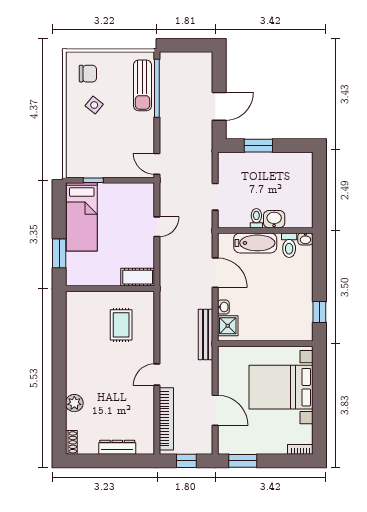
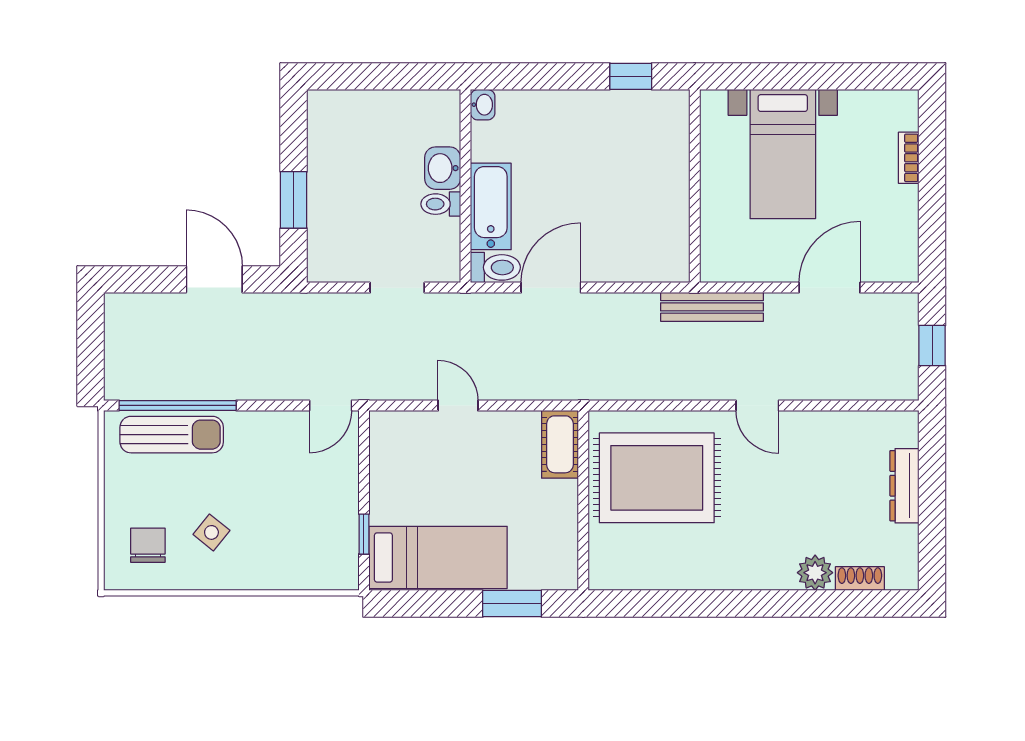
toilet: (289, 245) -> (495, 267), moved
washbasin: (223, 307) -> (621, 271), removed
rug: (121, 325) -> (657, 478), width x1.86, depth x2.06
shower: (228, 326) -> (658, 262), removed
bench: (206, 334) -> (712, 307), moved
bed with nightstands: (281, 387) -> (783, 154), width x0.73
bookcase: (166, 419) -> (847, 386), removed
shoe rack: (71, 442) -> (860, 579), moved
bookcase: (300, 449) -> (909, 158), moved
window: (243, 461) -> (932, 232), removed

